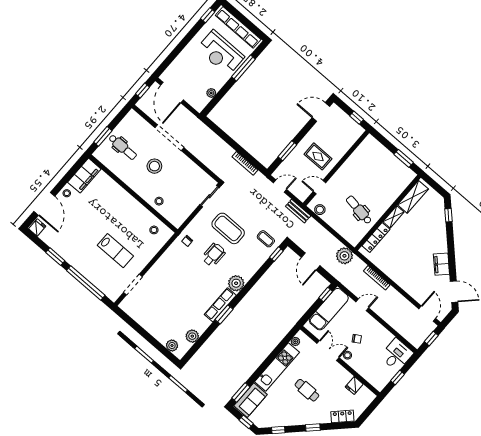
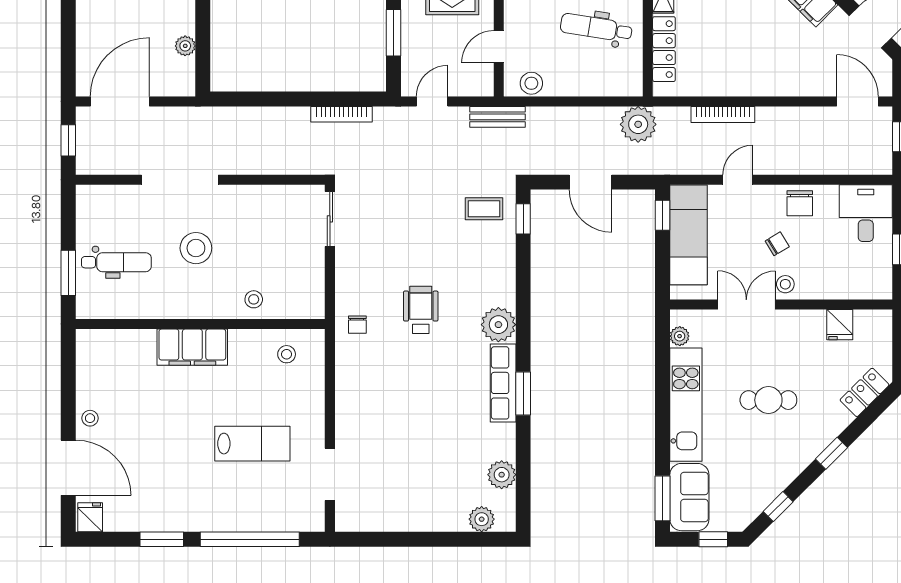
door: (172, 93) -> (120, 101), swing flipped
filing cabinet: (84, 176) -> (192, 347), moved, turned 90
coffee table: (228, 228) -> (407, 246), removed
chair: (377, 332) -> (800, 203), added

